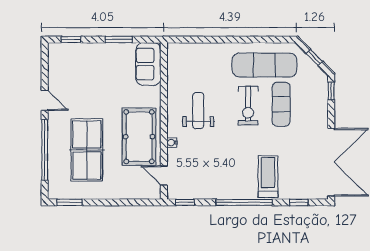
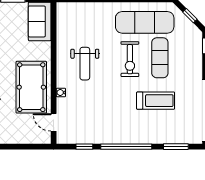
weight bench: (198, 111) -> (85, 64), turned 180
treadmill: (268, 177) -> (156, 101), moved, turned 90
window: (185, 202) -> (84, 147), moved
window: (299, 202) -> (176, 147), width x1.50

